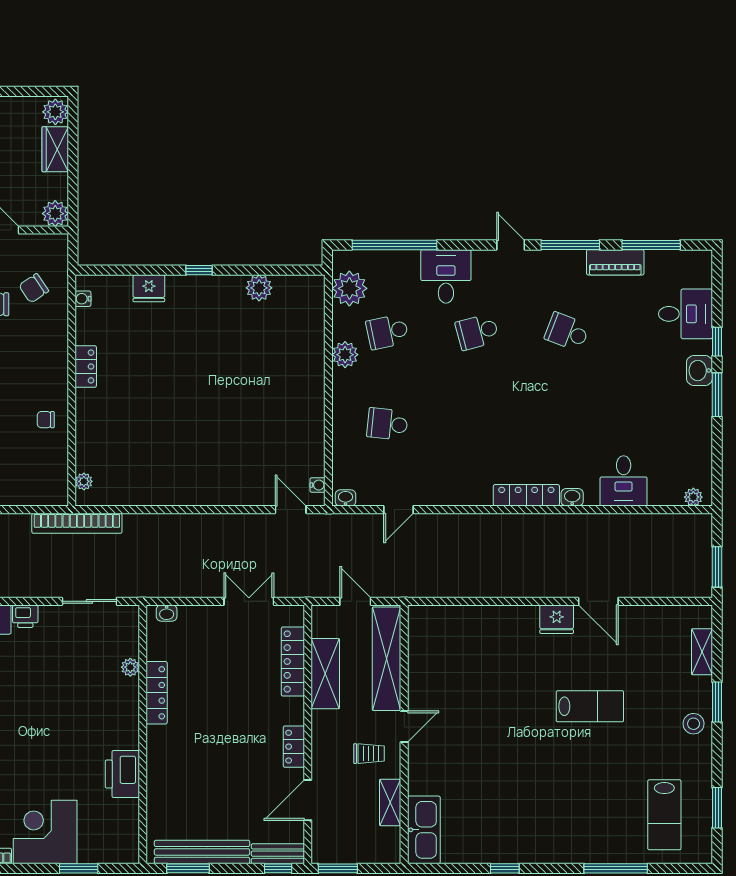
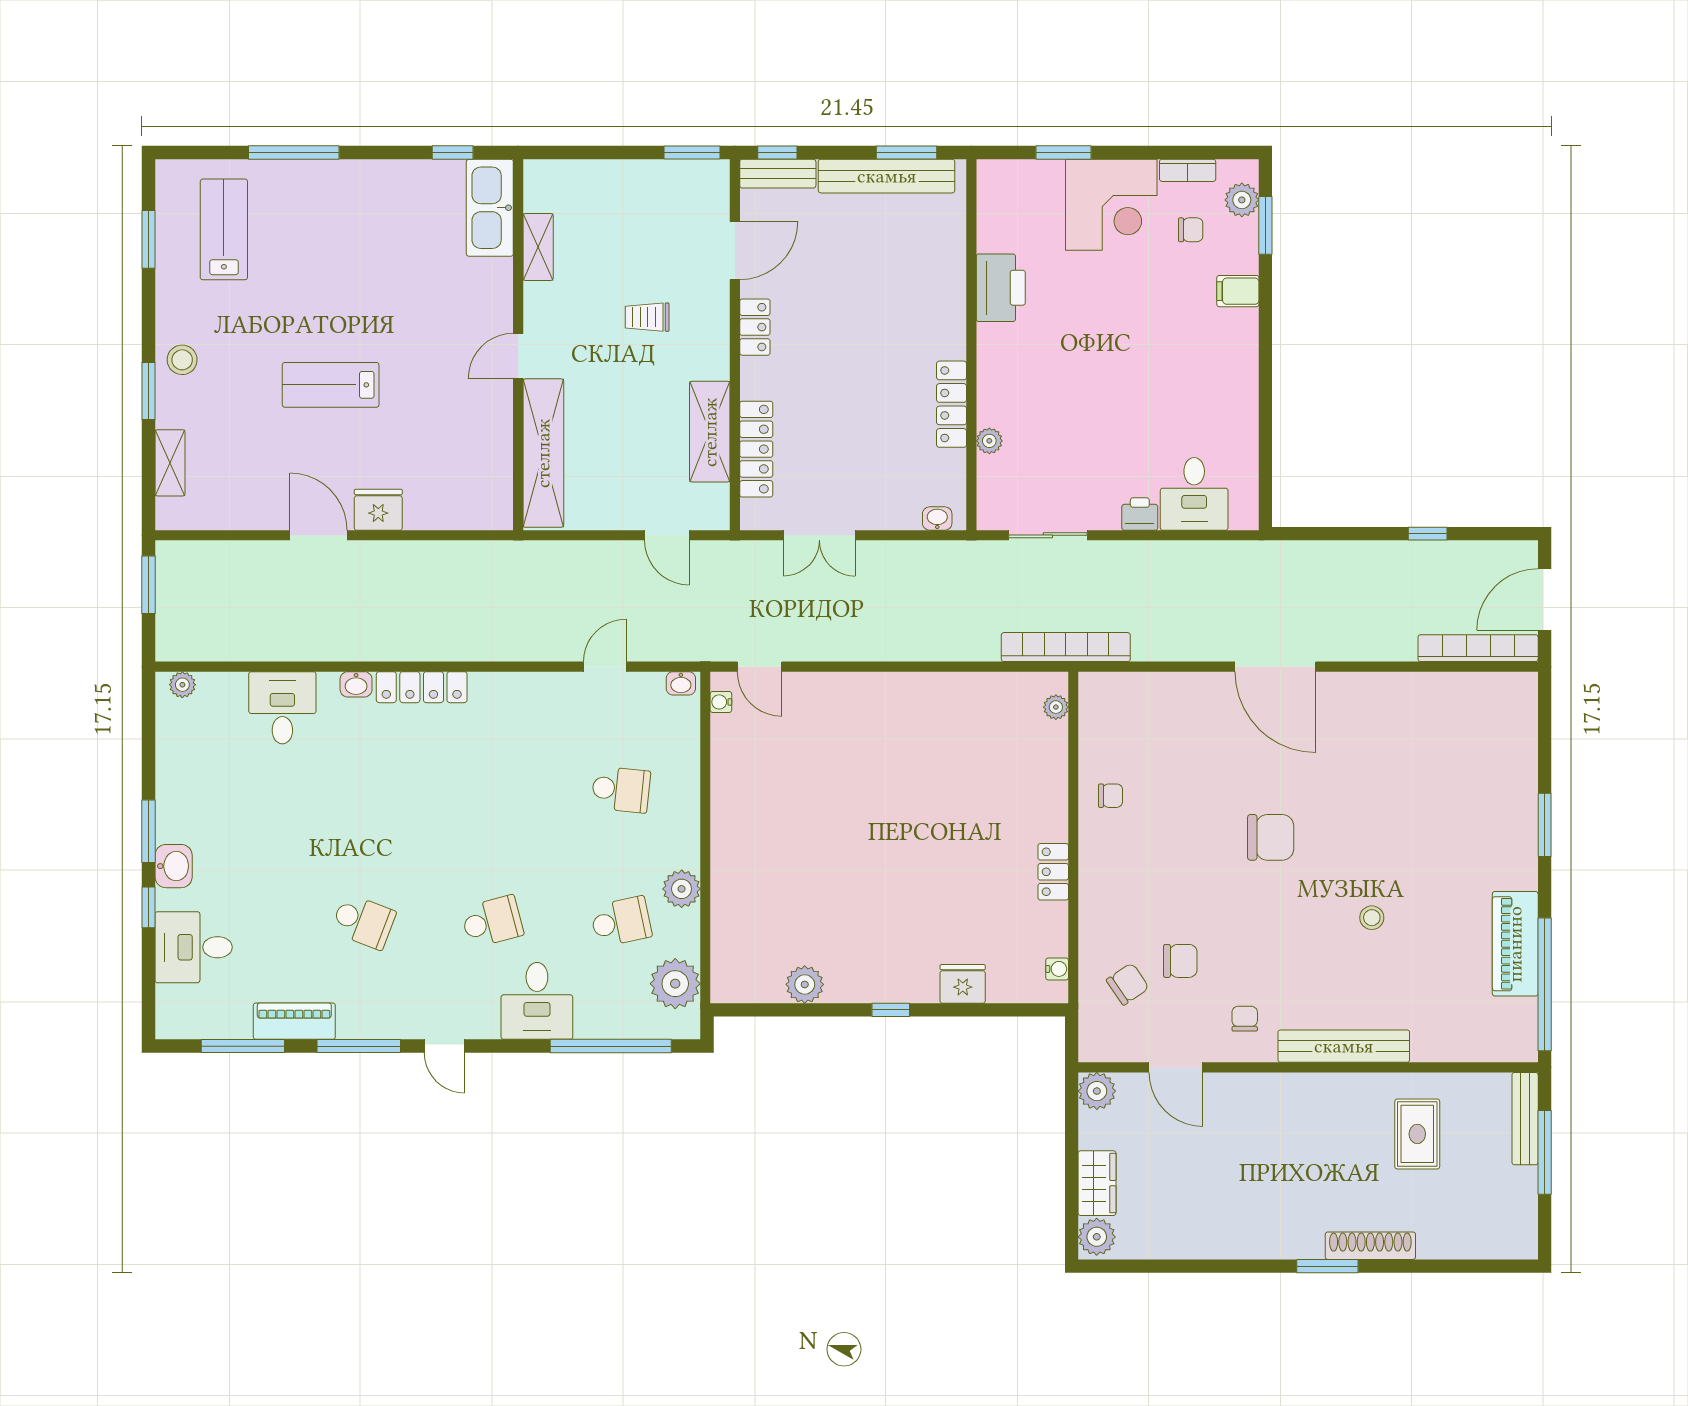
shelving: (386, 659) -> (543, 453), moved
door: (404, 727) -> (518, 356), moved
wall: (404, 734) -> (518, 345), moved
shelving: (390, 802) -> (538, 247), moved
kitchen sink: (424, 830) -> (490, 208), moved

